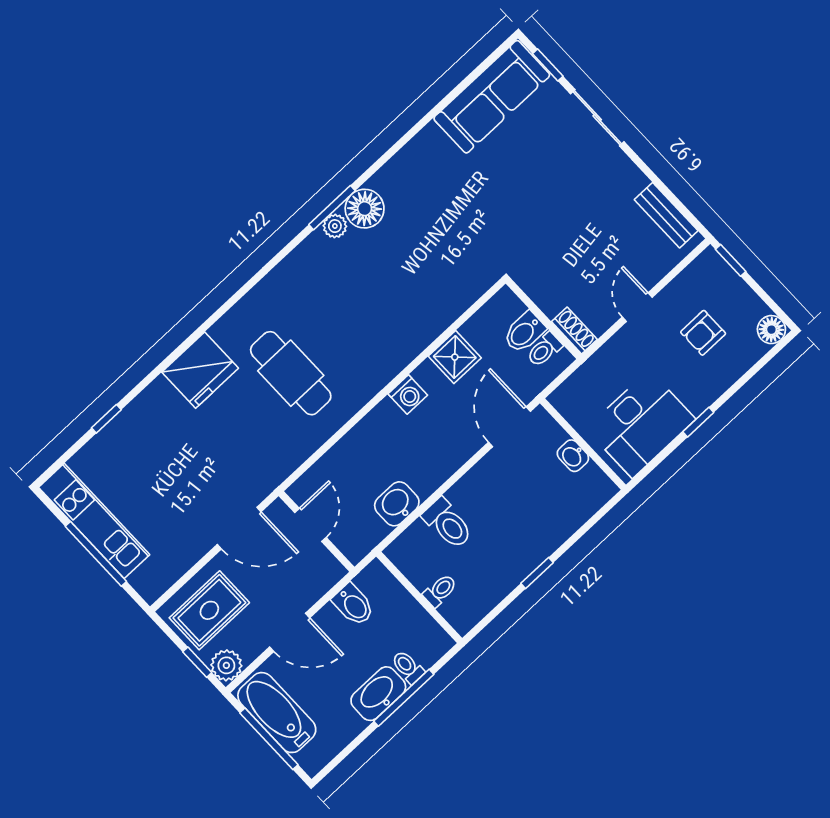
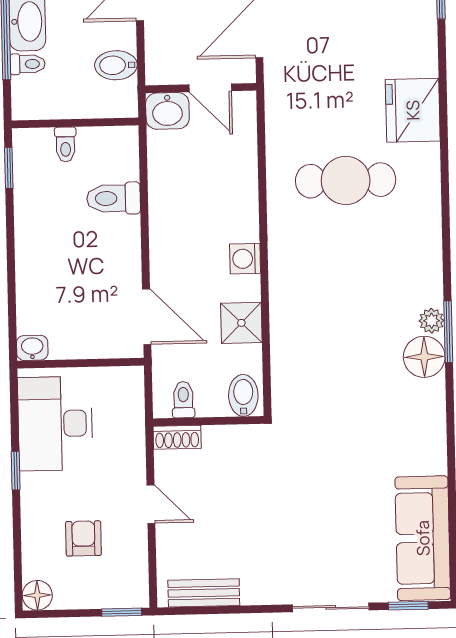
bidet: (524, 332) -> (243, 395), moved
washbasin: (573, 456) -> (32, 348), moved
washbasin: (397, 504) -> (167, 111), moved, turned 90
window: (537, 573) -> (9, 168), moved

